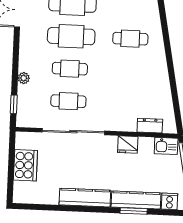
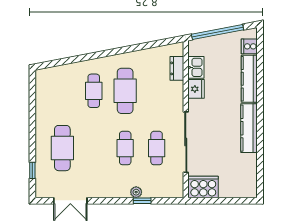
cafe table: (71, 36) -> (125, 91), moved
window: (14, 104) -> (142, 201), moved
kitchen sink: (166, 146) -> (196, 67), moved
cooker: (25, 165) -> (203, 187), moved
window: (134, 211) -> (260, 81), removed

